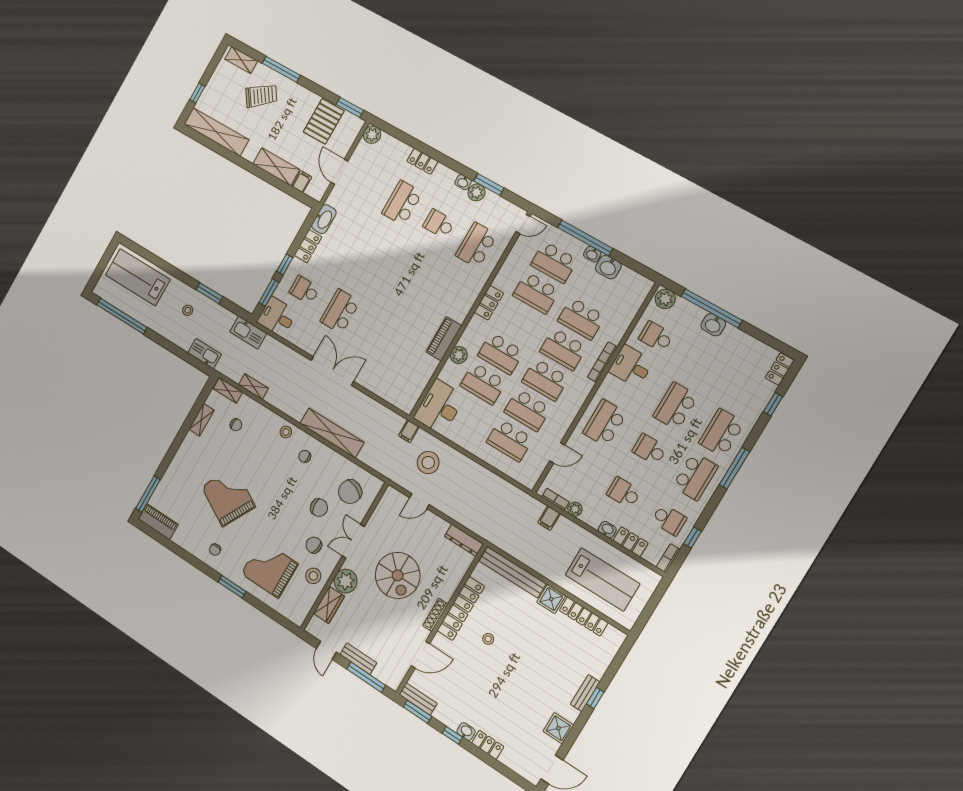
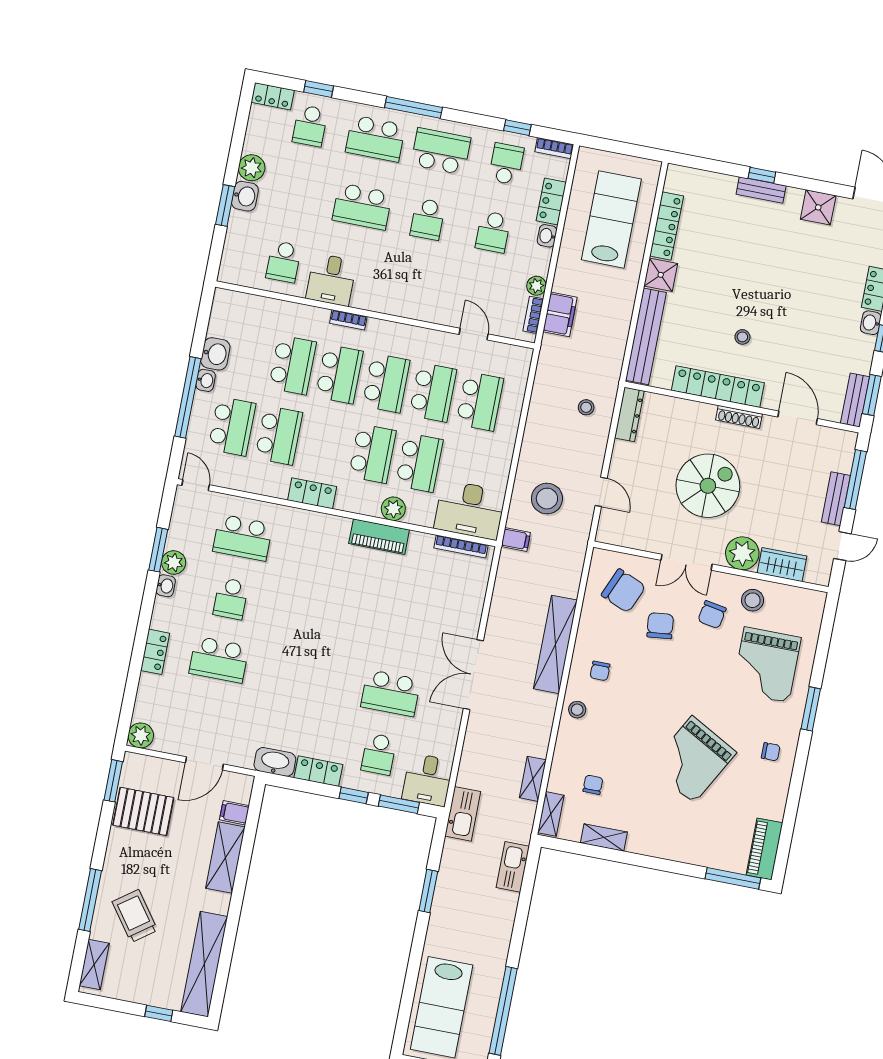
plant: (665, 299) -> (252, 168), moved
window: (712, 308) -> (225, 205), width x0.47
stool: (188, 310) -> (586, 407), moved
bookcase: (602, 362) -> (348, 320), width x0.64
bookcase: (418, 392) -> (461, 546), added
school desk: (605, 423) -> (310, 126), moved, width x0.54
filing cabinet: (549, 518) -> (560, 314), width x2.00

